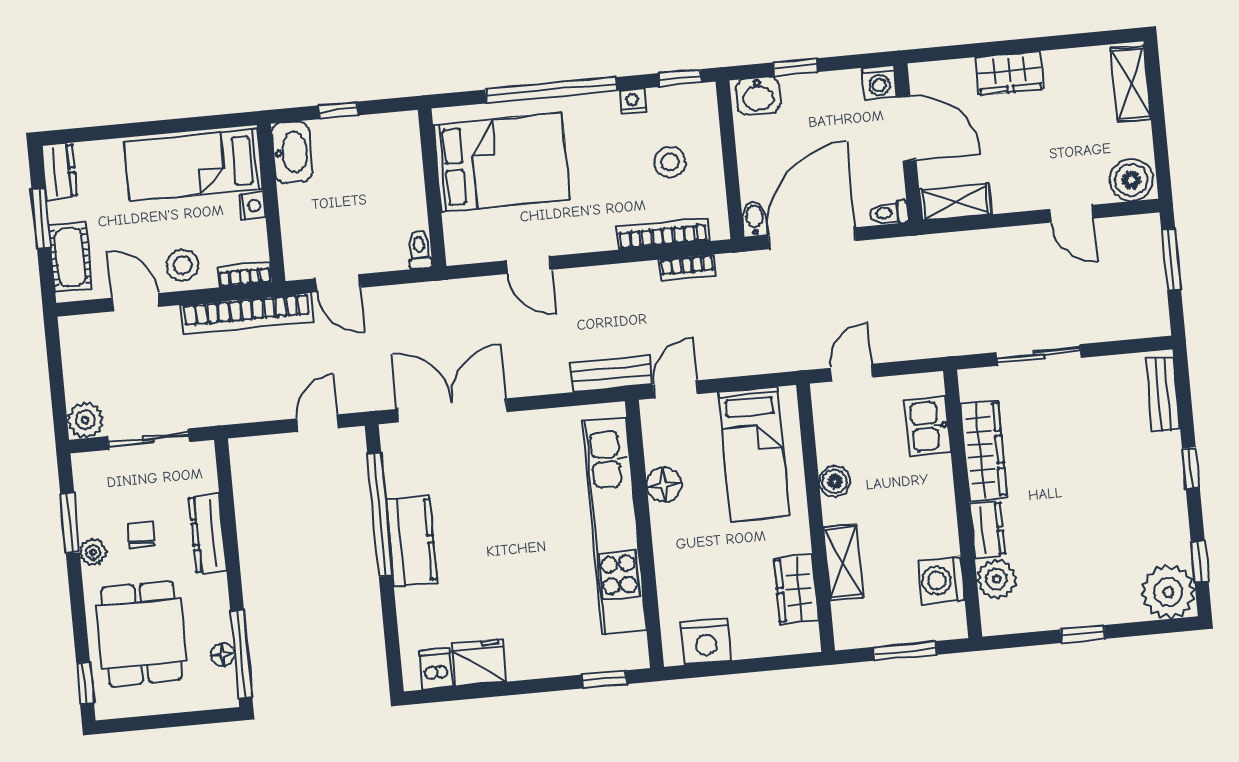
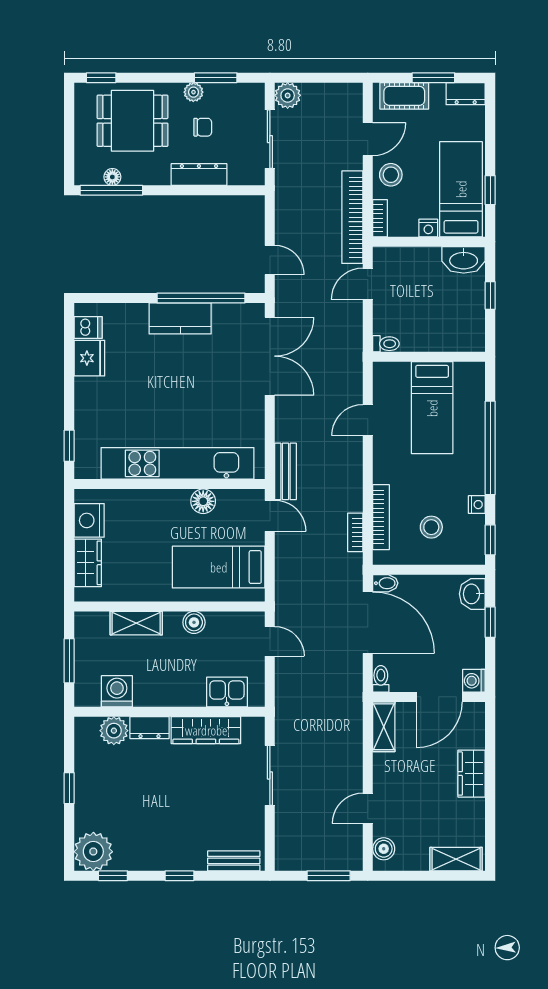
window: (191, 124) -> (490, 190), added
bed: (501, 162) -> (432, 408), width x0.67
boiler: (1131, 180) -> (384, 849), width x0.73, depth x0.73
wardrobe: (796, 589) -> (88, 563), moved, turned 90

